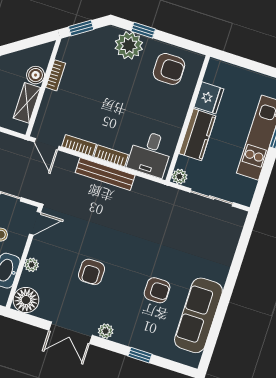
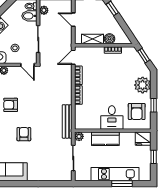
window: (143, 30) -> (154, 105), moved
window: (252, 65) -> (154, 157), added
fridge: (209, 98) -> (143, 139), moved
desk: (150, 154) -> (112, 118), moved, turned -90
bench: (105, 174) -> (67, 121), moved
armchair: (157, 290) -> (24, 134), moved, turned 180

